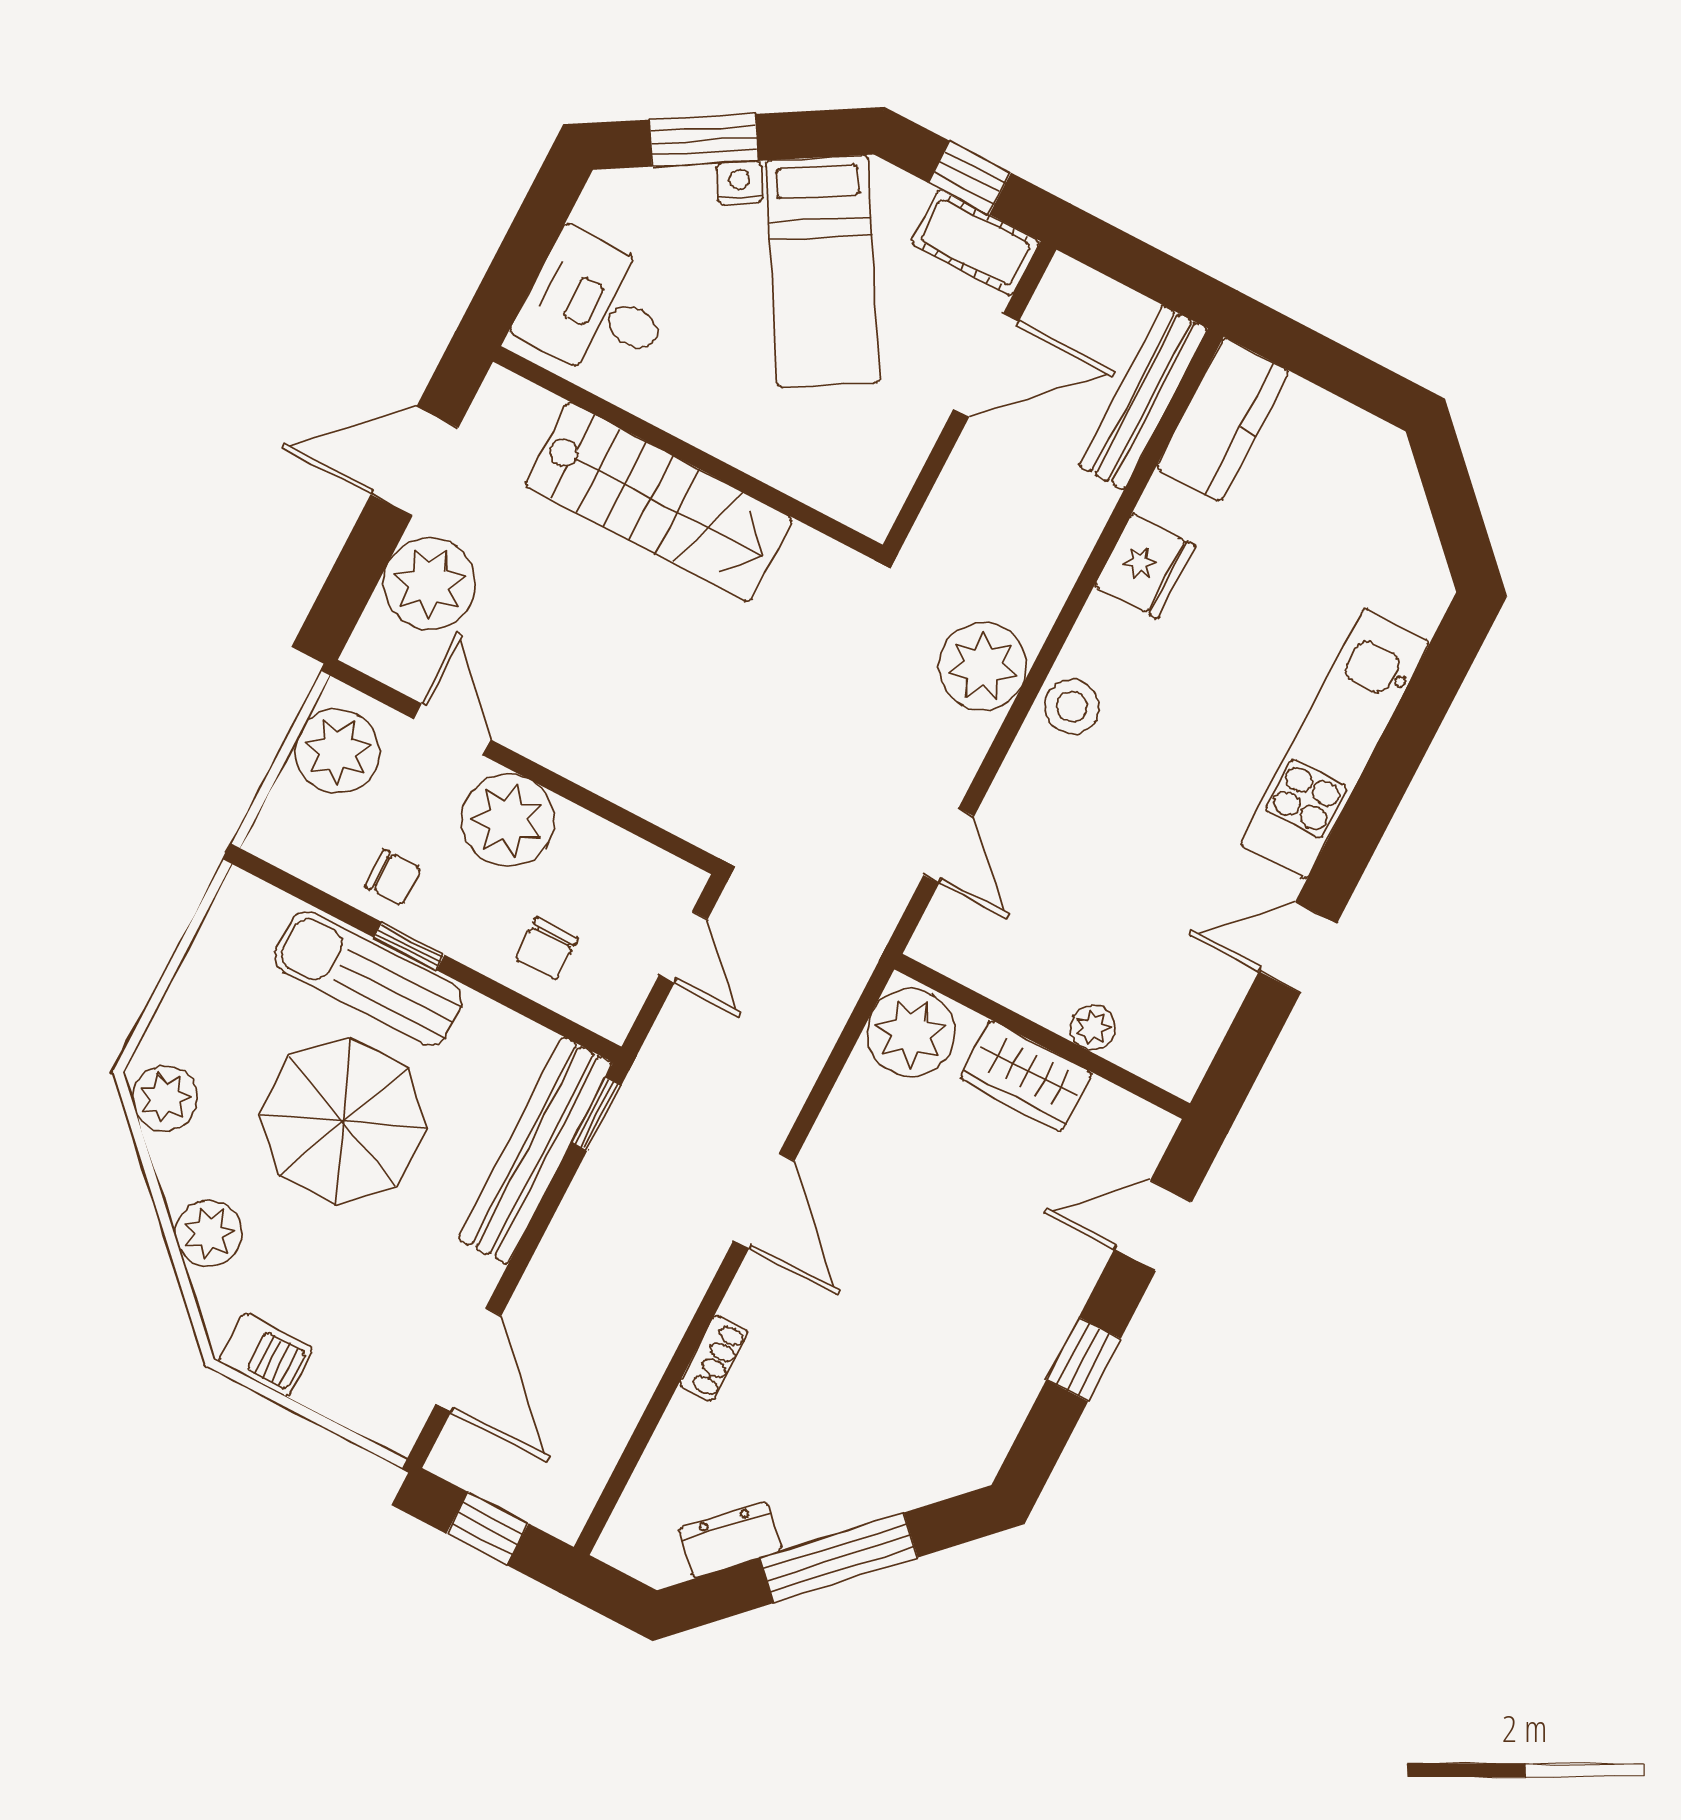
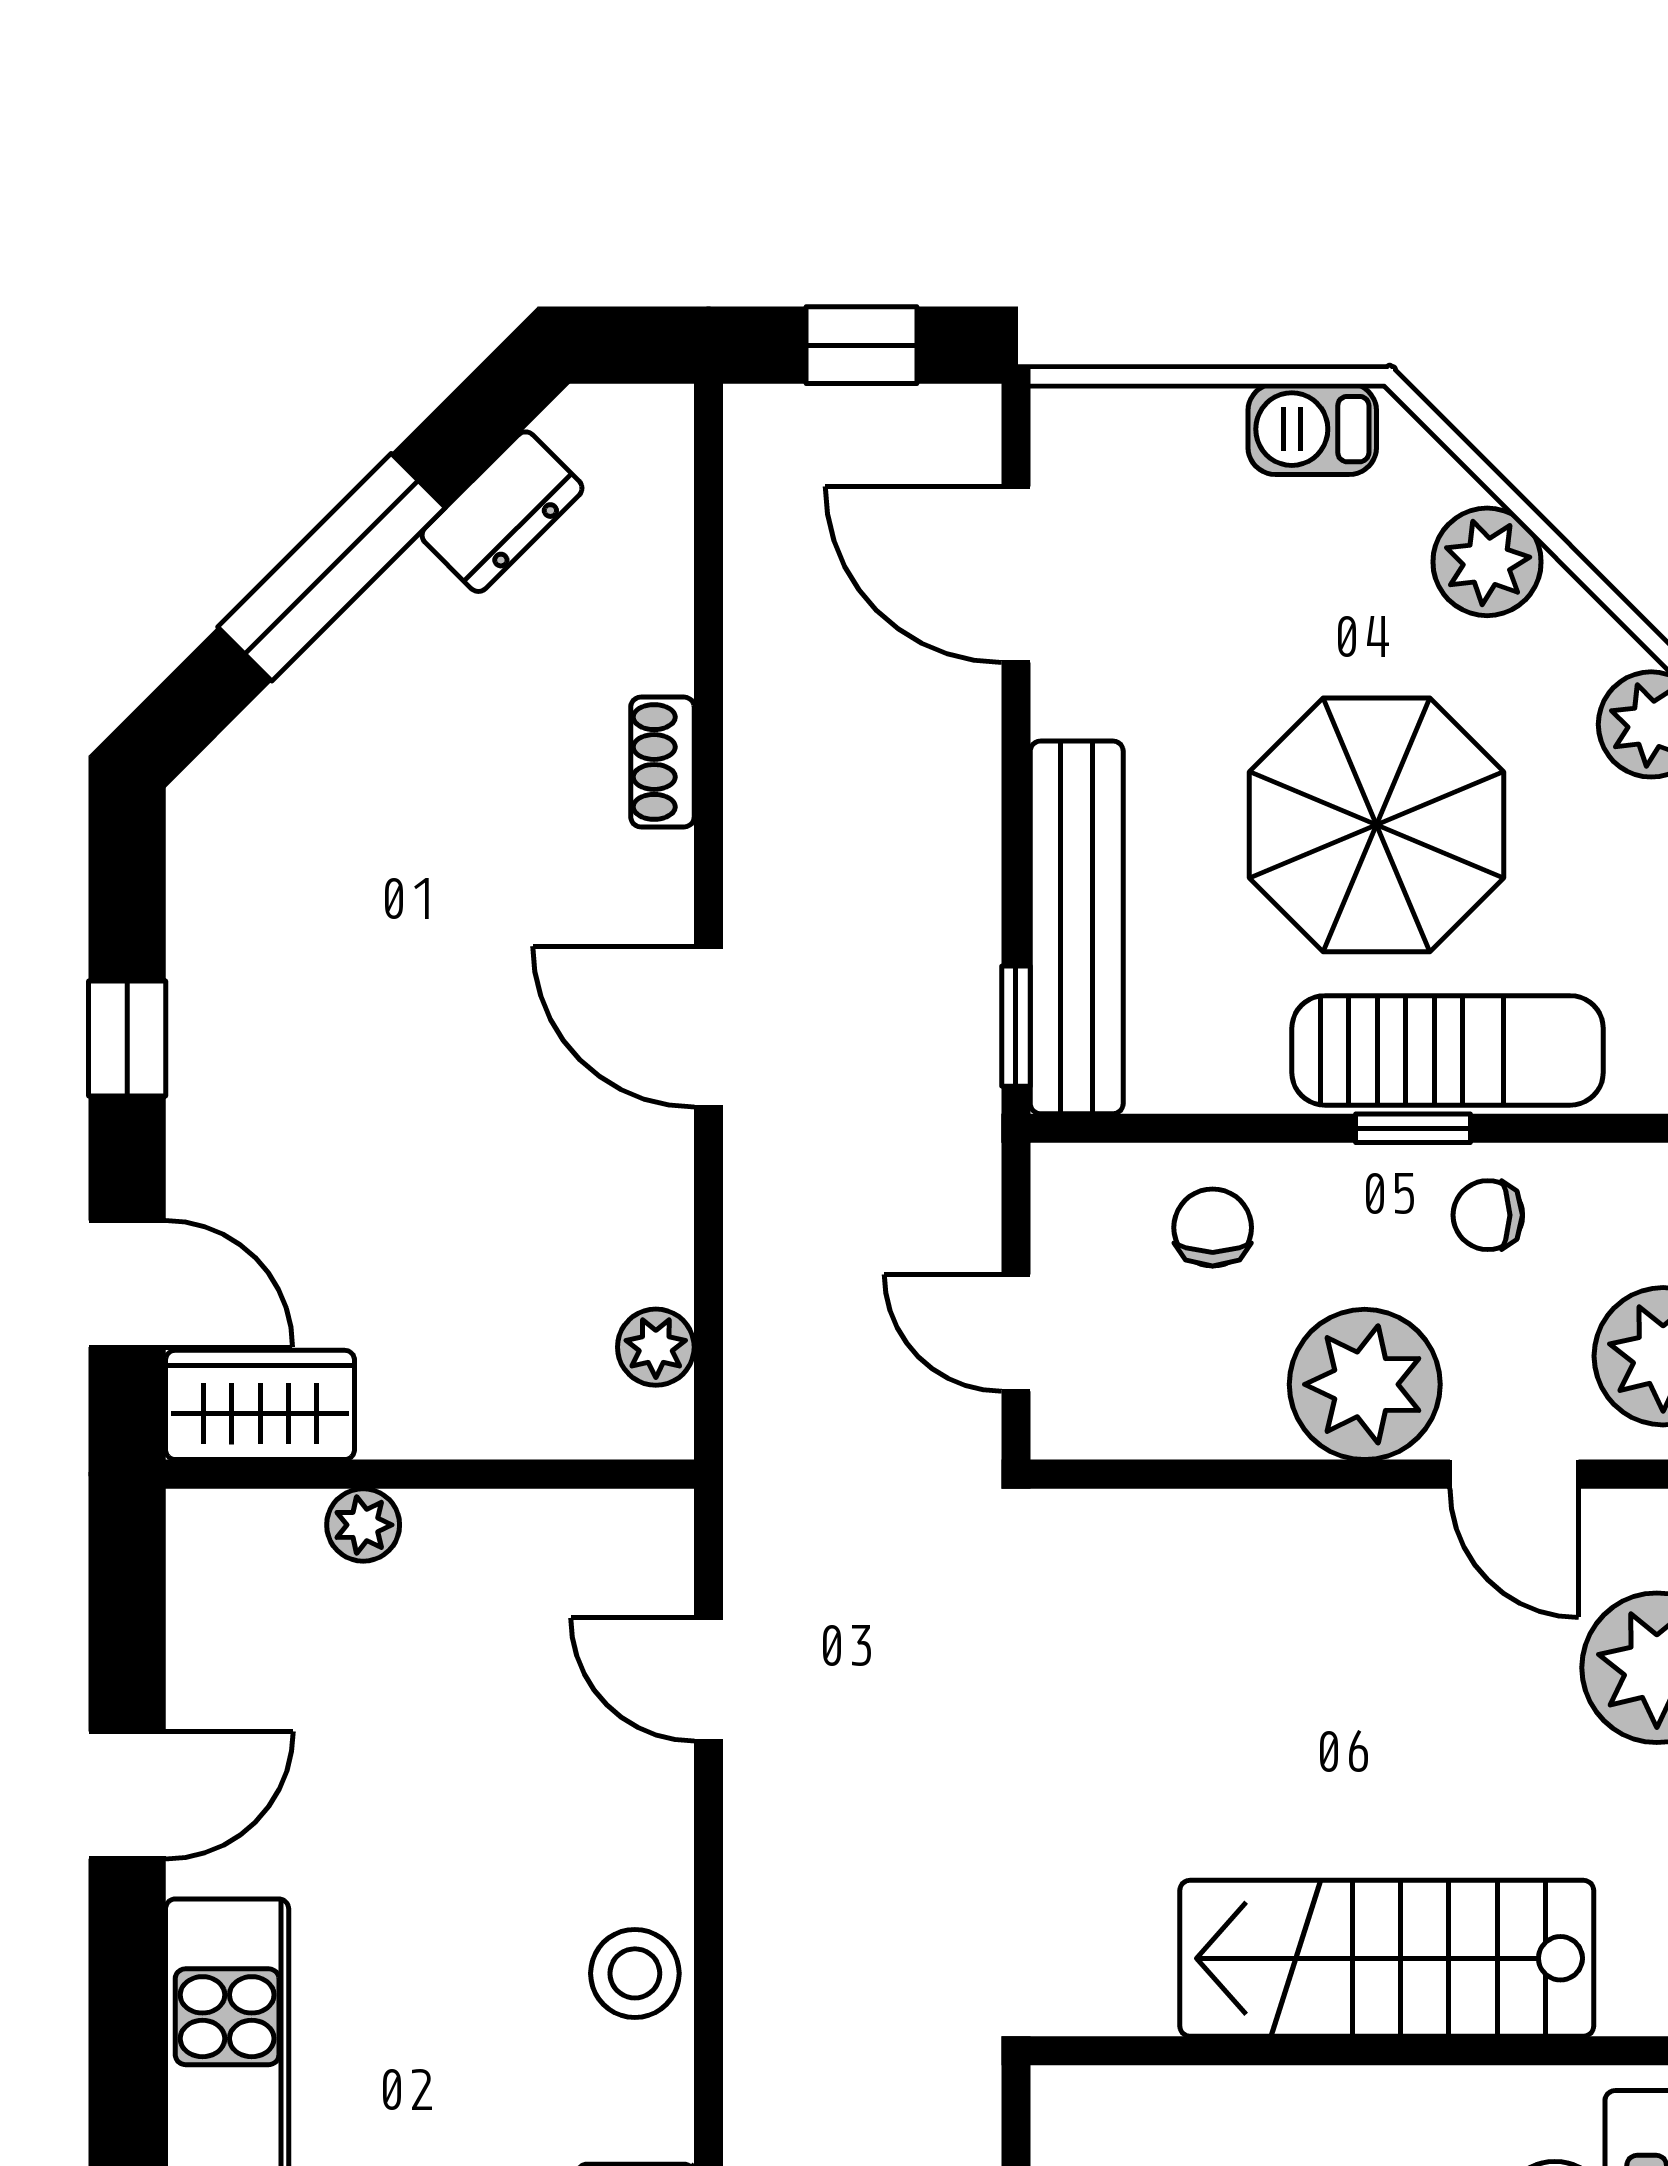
plant: (983, 667) -> (794, 1964), removed
plant: (911, 1033) -> (656, 1347), width x0.53, depth x0.53
wardrobe: (1026, 1076) -> (260, 1405), moved
door: (1153, 1226) -> (127, 1284), hinge flipped

